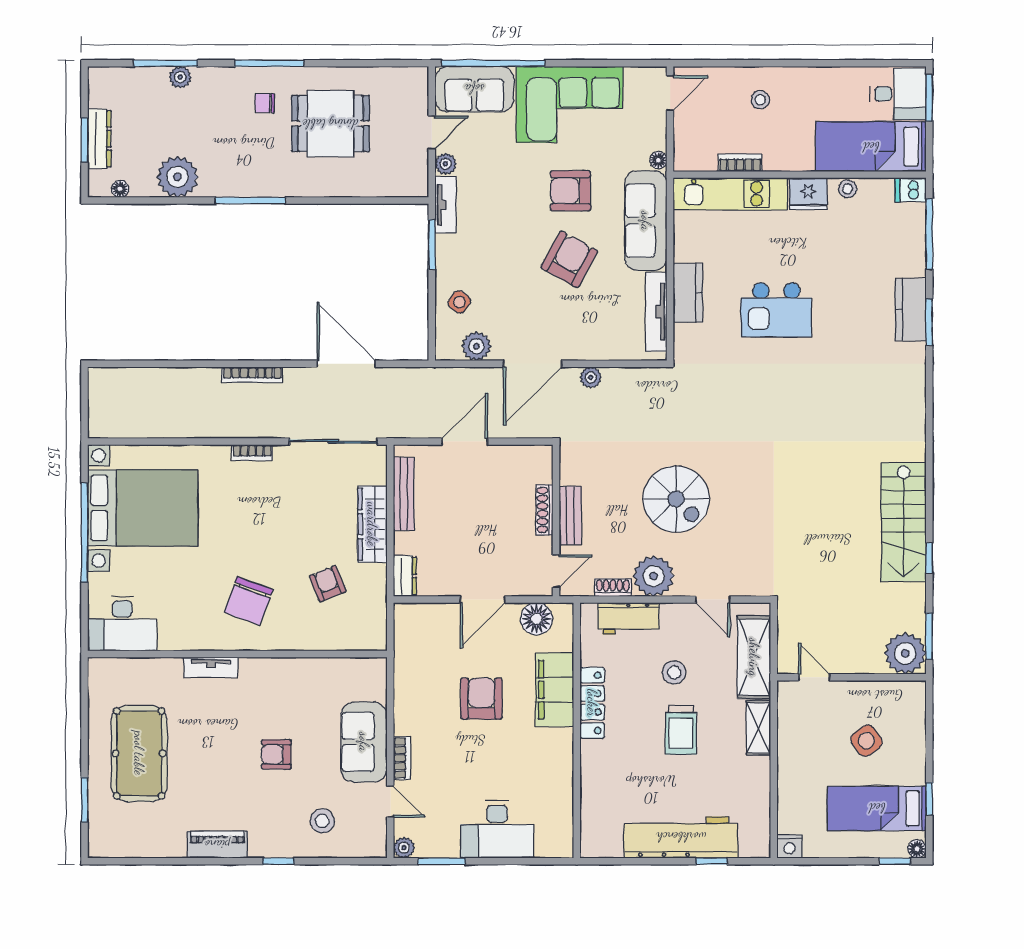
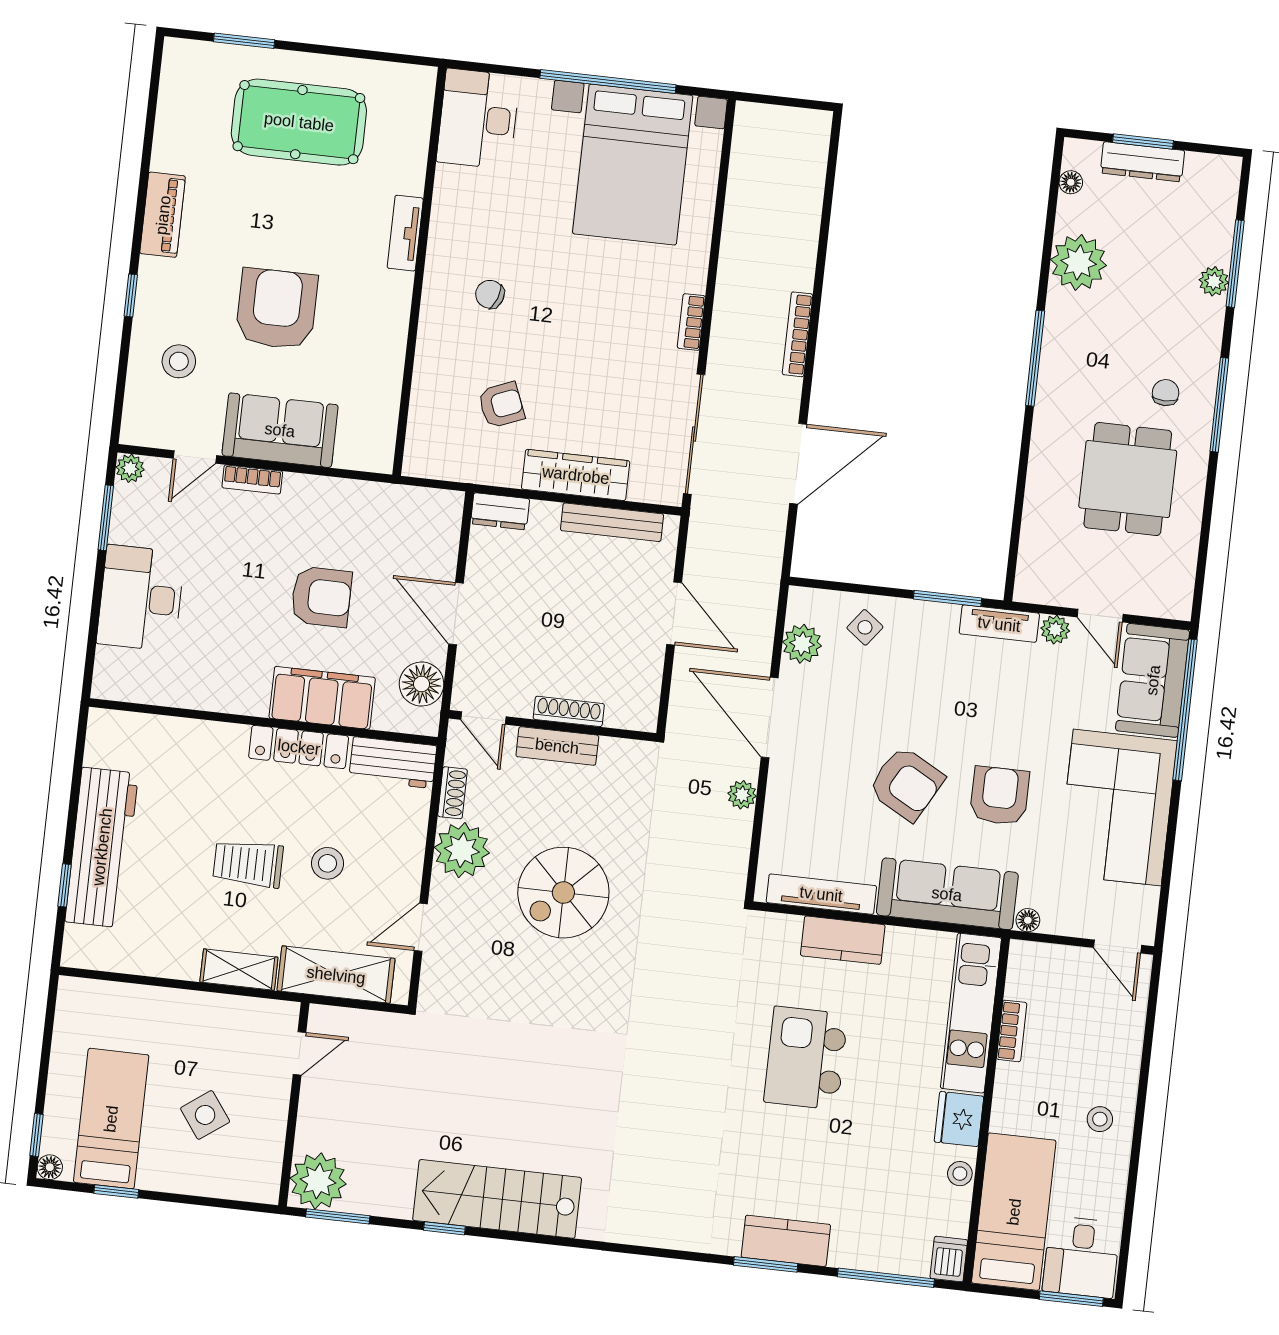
stool: (760, 100) -> (1100, 1119), moved
chair: (248, 601) -> (490, 294), width x0.54, depth x0.54
workbench: (628, 618) -> (393, 763), moved, turned -90
armchair: (276, 754) -> (277, 309), width x1.88, depth x1.88
nightstand: (789, 846) -> (73, 994), removed

